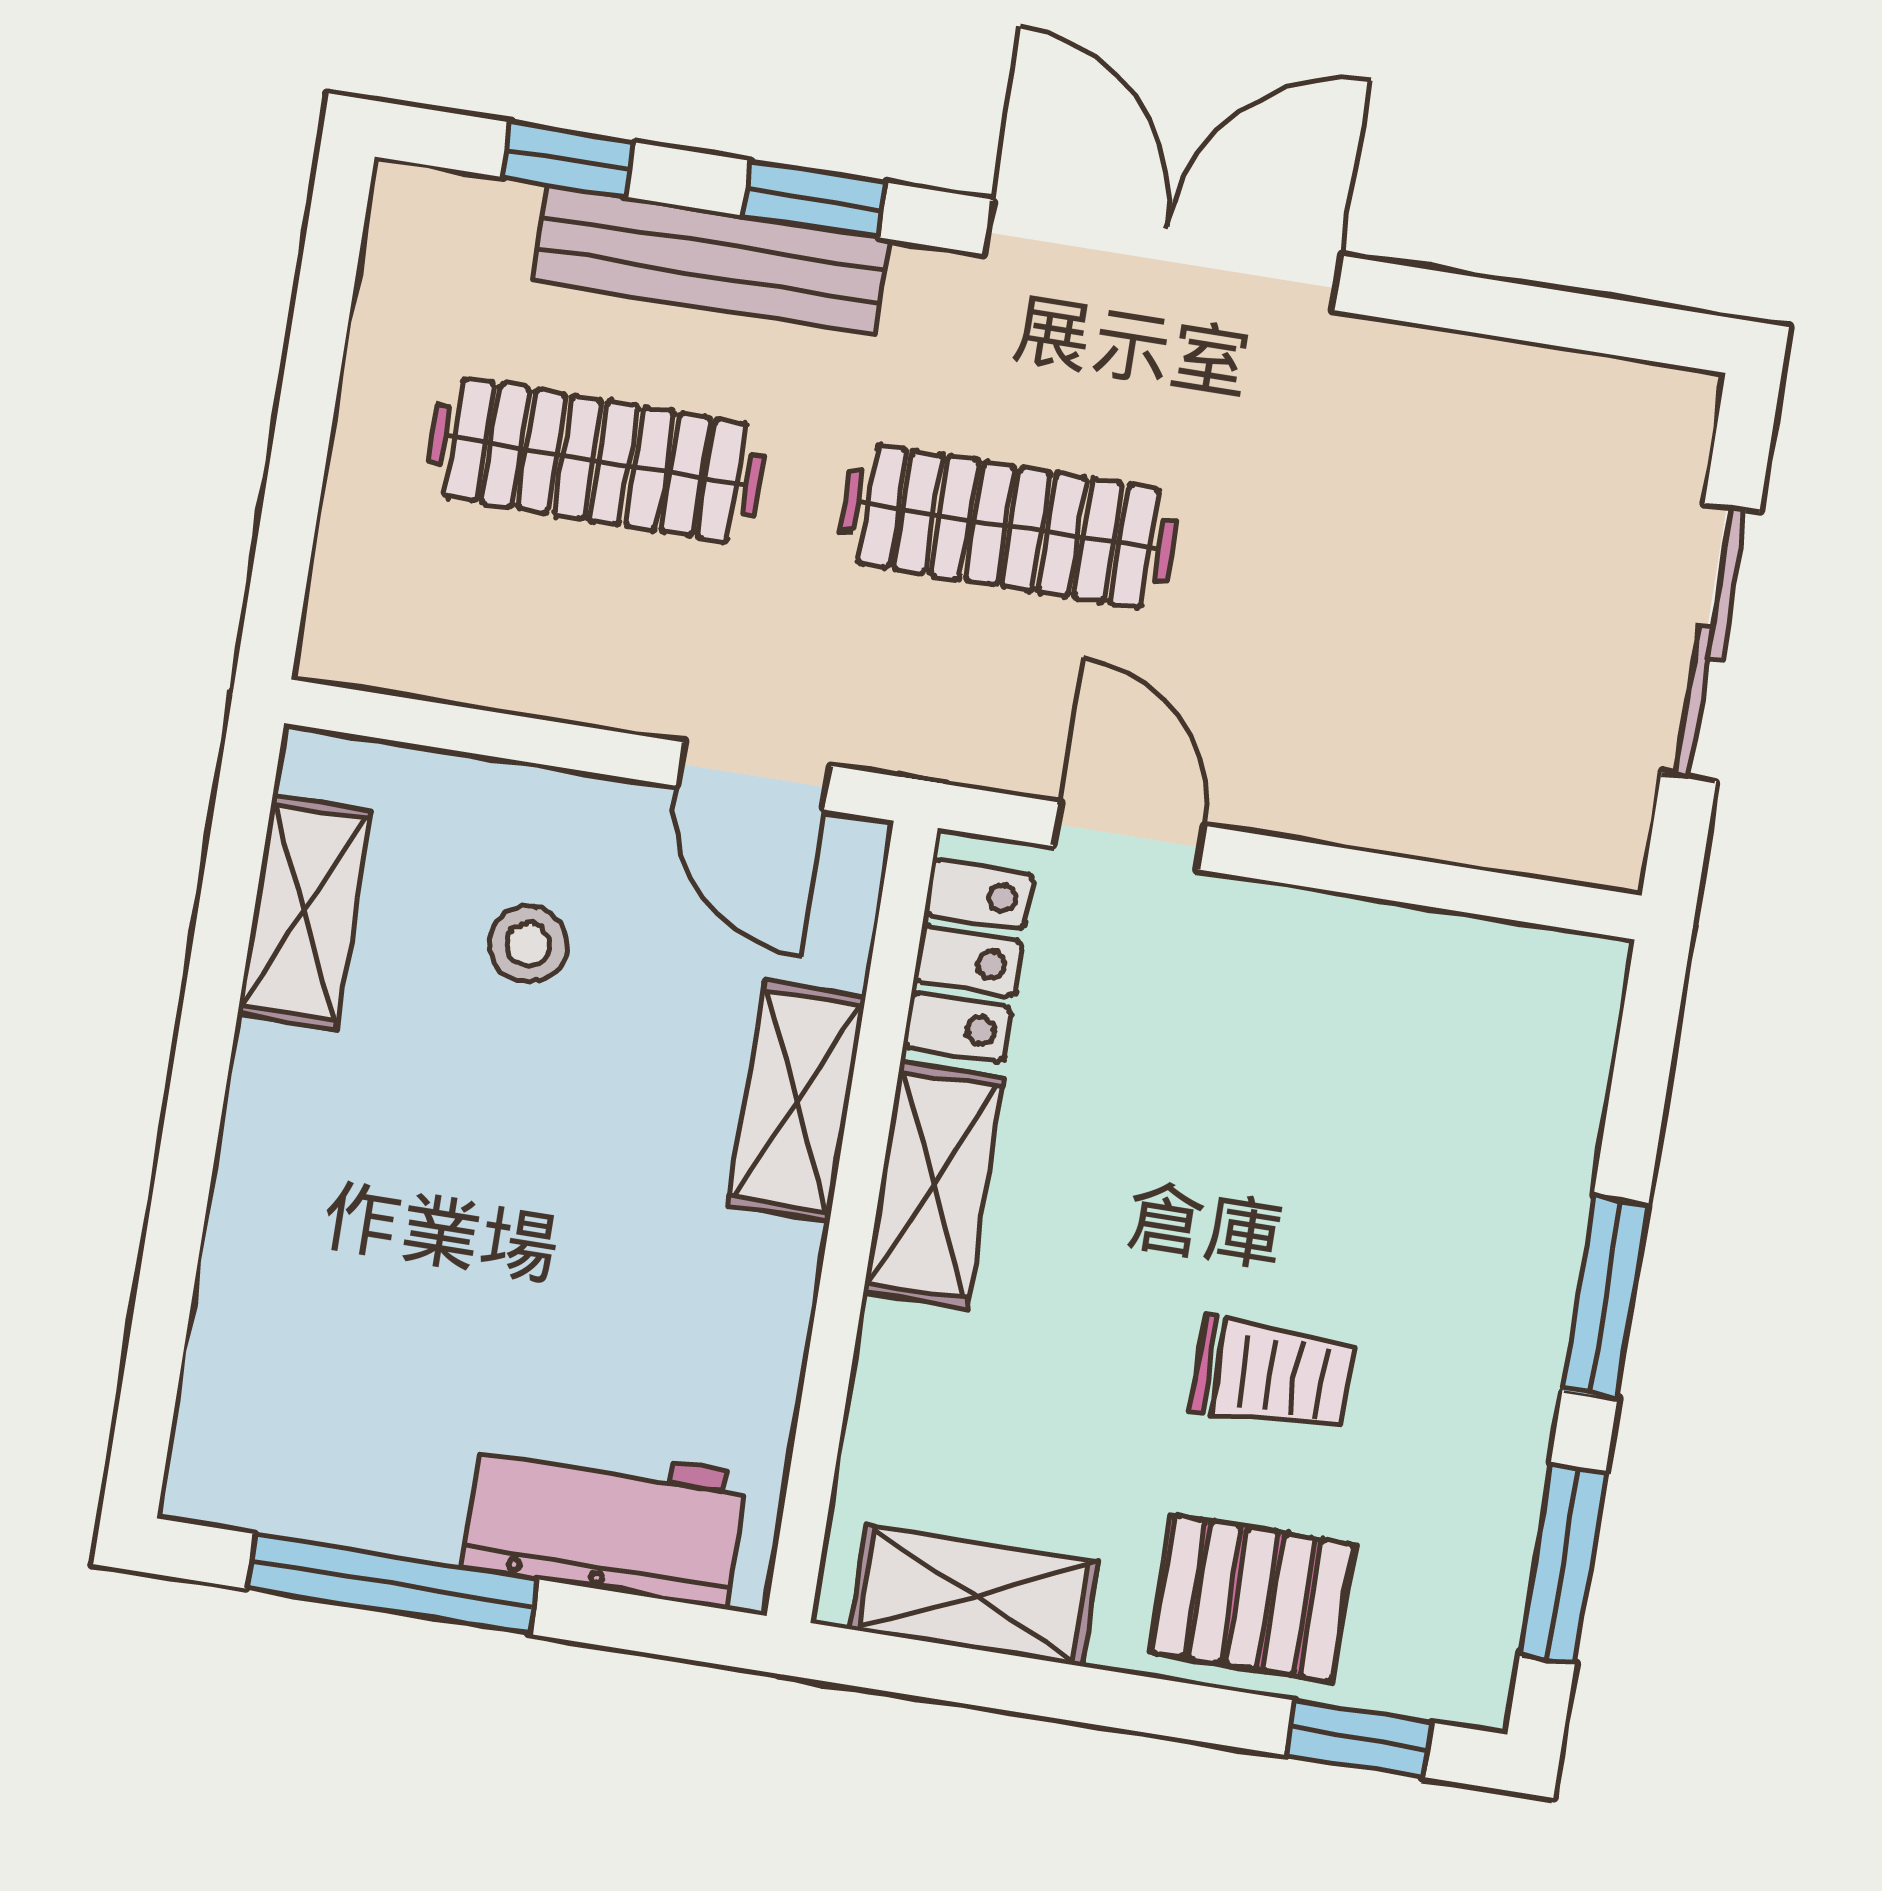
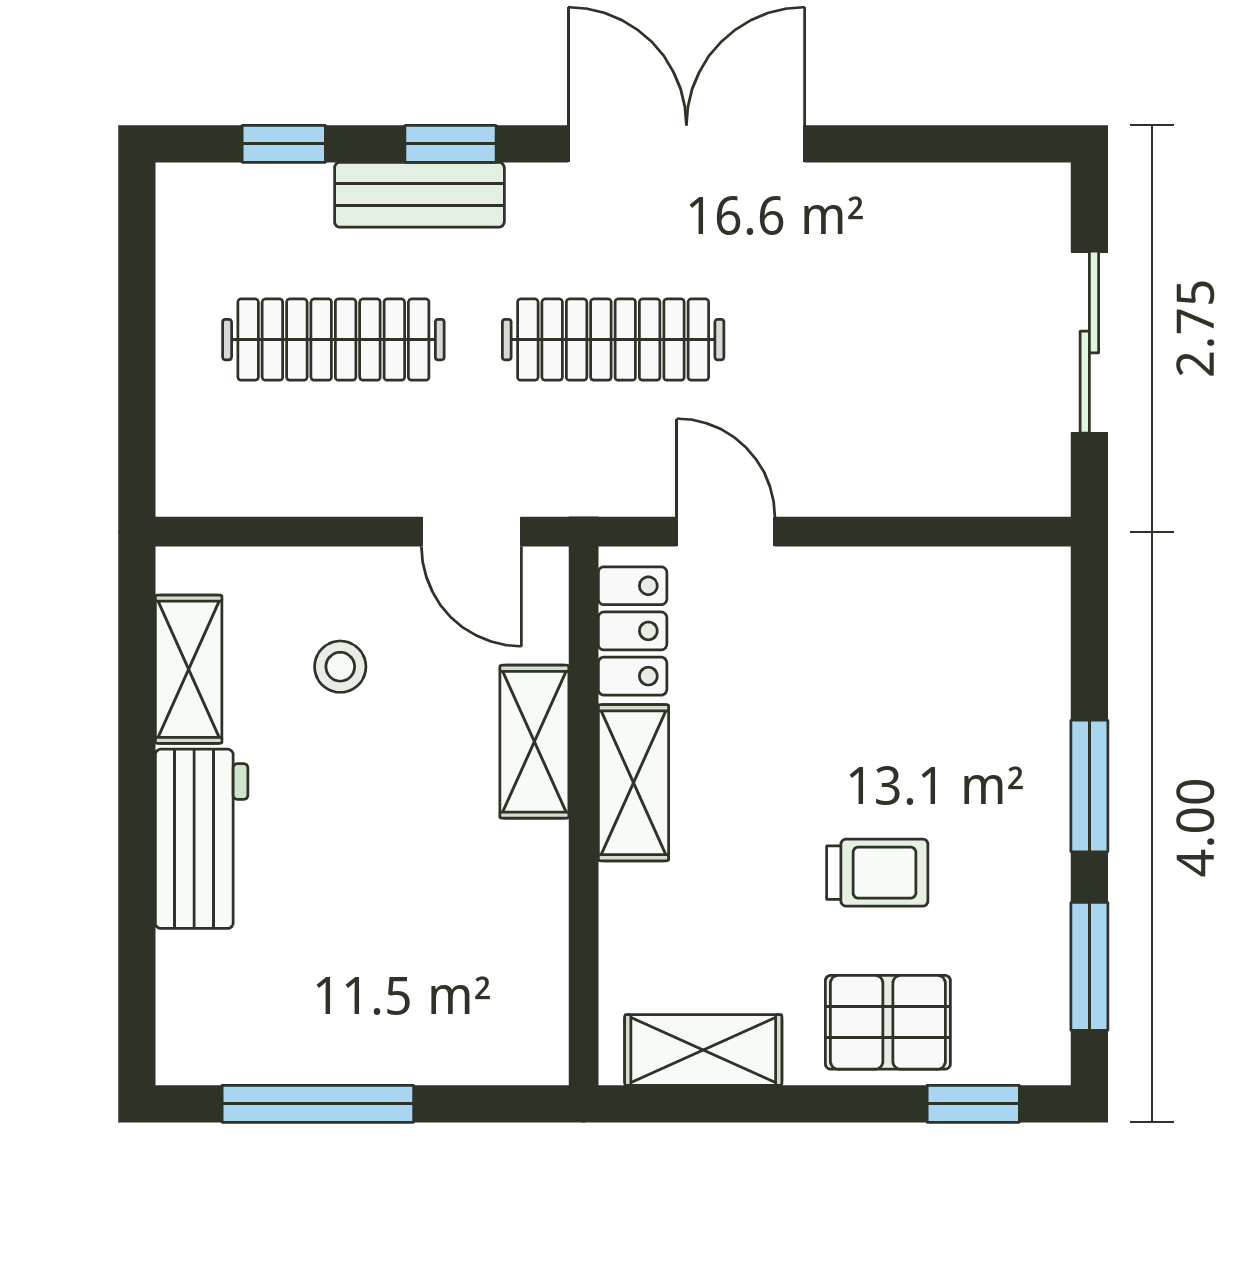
bench: (711, 259) -> (419, 195), width x0.73
workbench: (604, 1520) -> (202, 839), moved, turned 90

